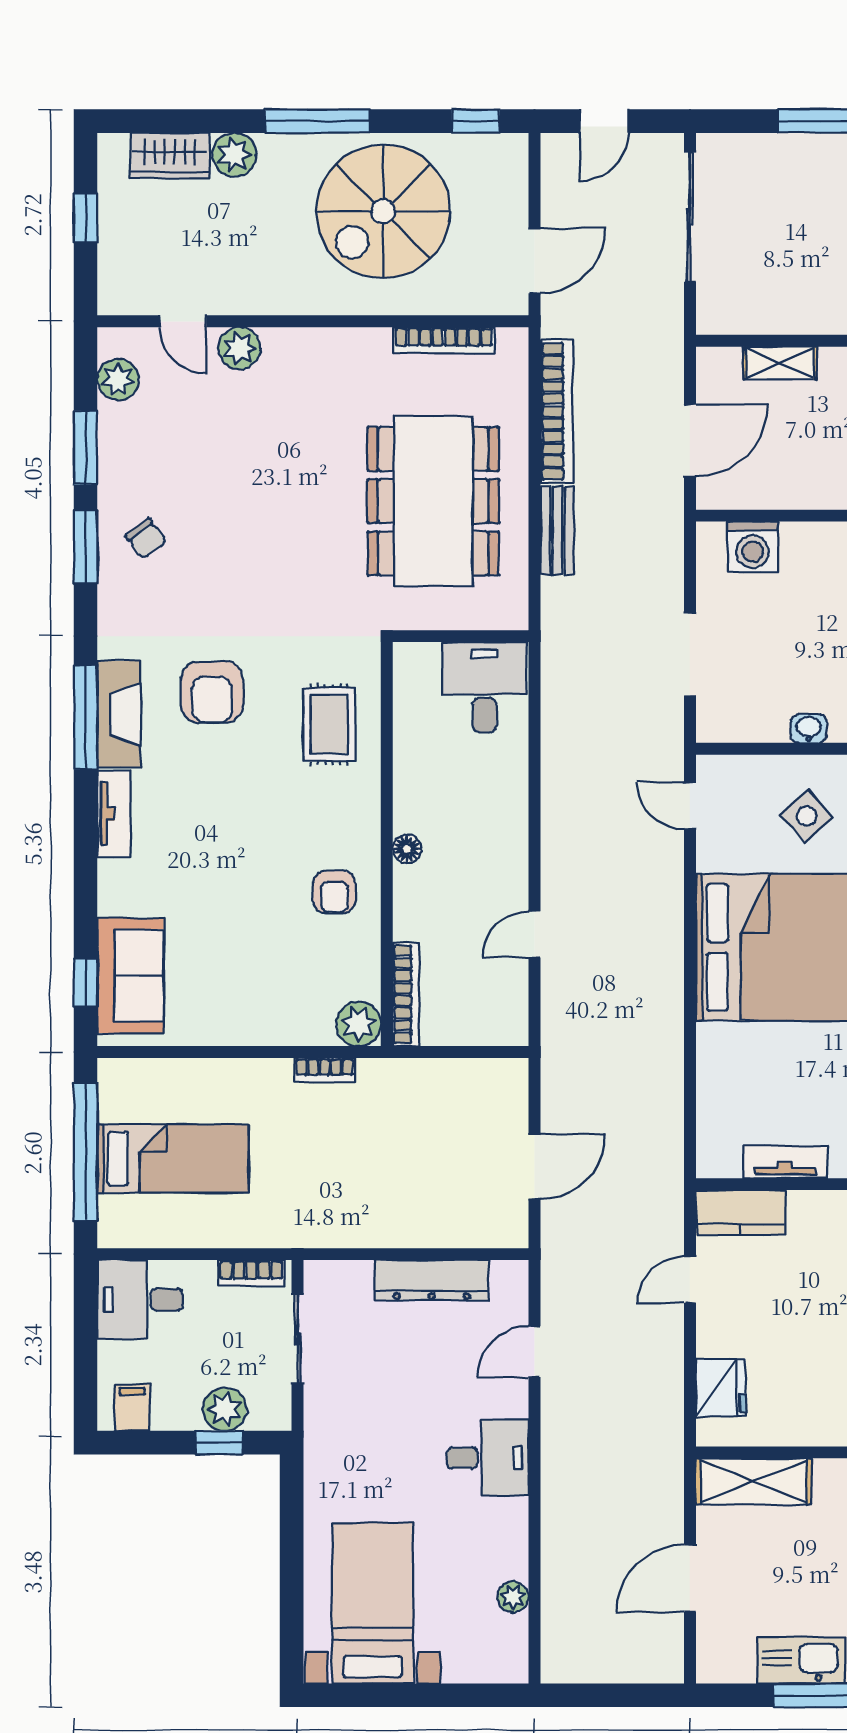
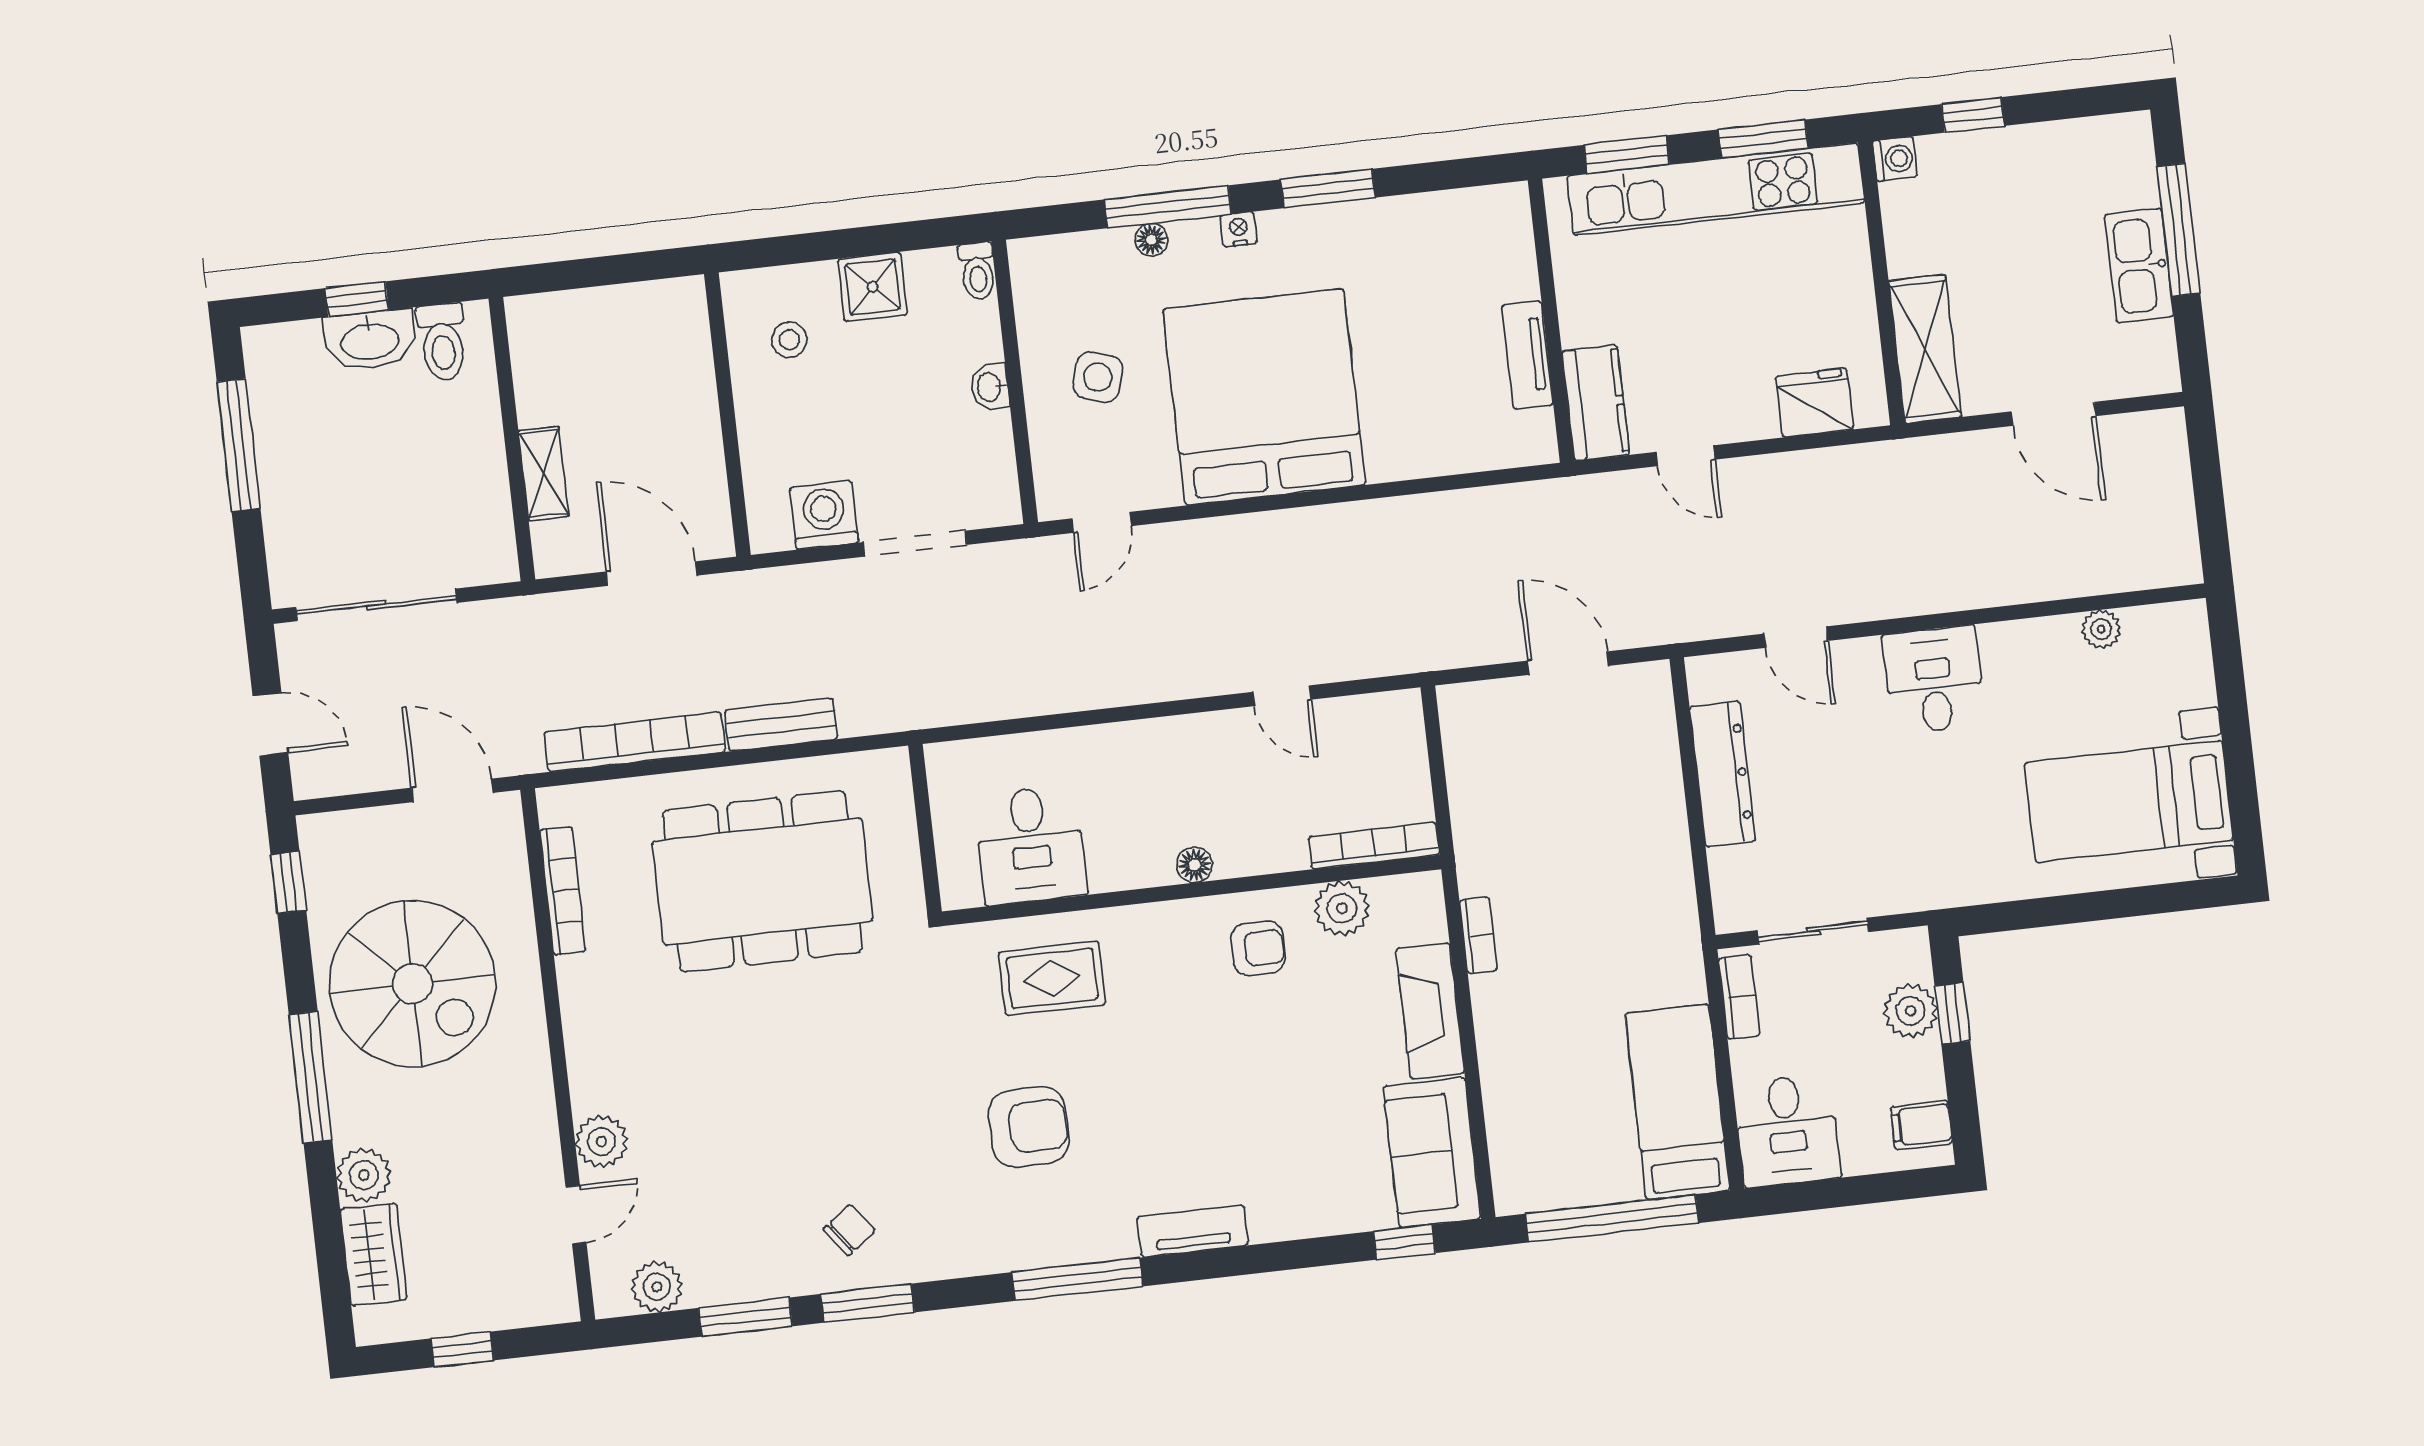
washing machine: (753, 547) -> (824, 515), moved, turned -90
desk: (484, 687) -> (1031, 845), moved, turned -90
fireplace: (119, 714) -> (1430, 1011), moved, turned -90
side table: (807, 816) -> (1098, 377), turned -32
sofa: (130, 976) -> (1432, 1153), moved, turned -90
plant: (359, 1024) -> (1342, 908), moved
bed: (173, 1159) -> (1677, 1102), moved

